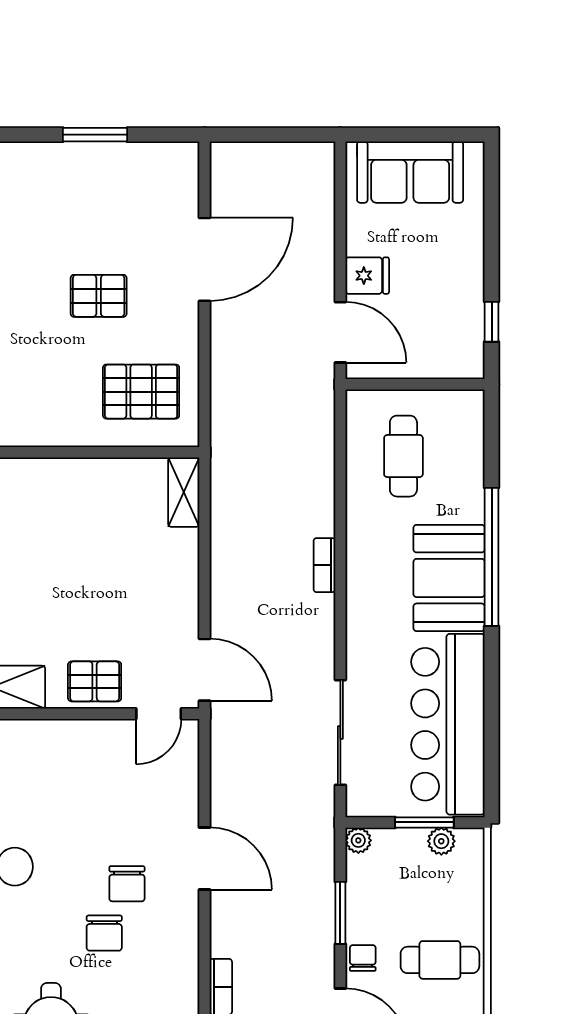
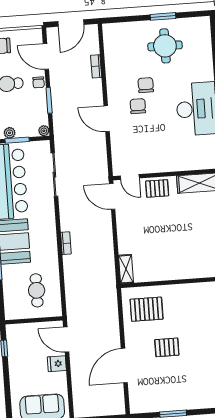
door: (159, 714) -> (130, 177), swing flipped

